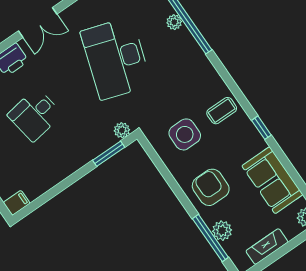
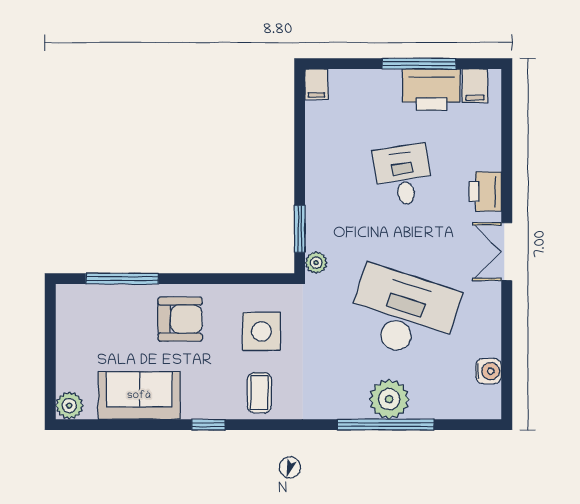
plant: (174, 22) -> (389, 399), width x1.87, depth x1.87
plant: (222, 231) -> (121, 298), removed
fireplace: (267, 246) -> (68, 337), removed

